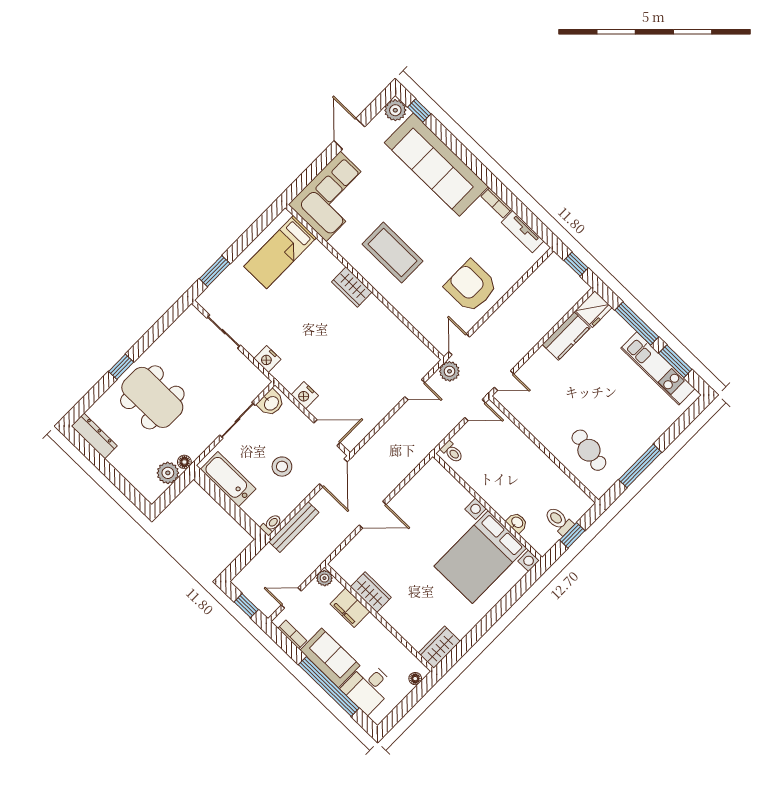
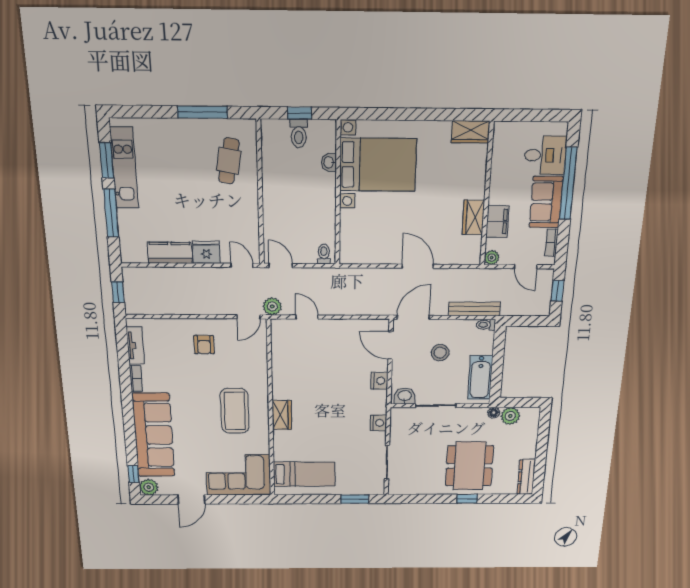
armchair: (471, 286) -> (204, 345), width x0.53, depth x0.53
fridge: (594, 309) -> (206, 252), moved
floor lamp: (415, 679) -> (509, 127), removed

